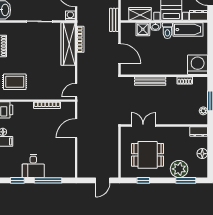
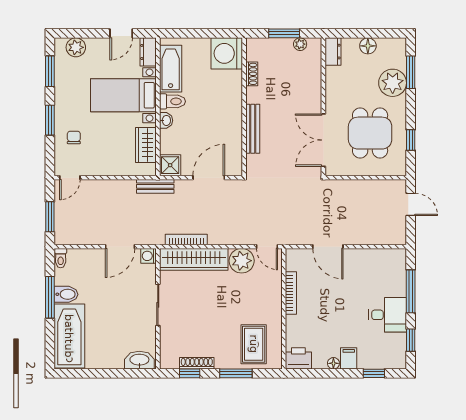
shower: (143, 29) -> (170, 165), moved
plant: (67, 74) -> (242, 261), added
double door: (143, 126) -> (323, 140), width x1.37

